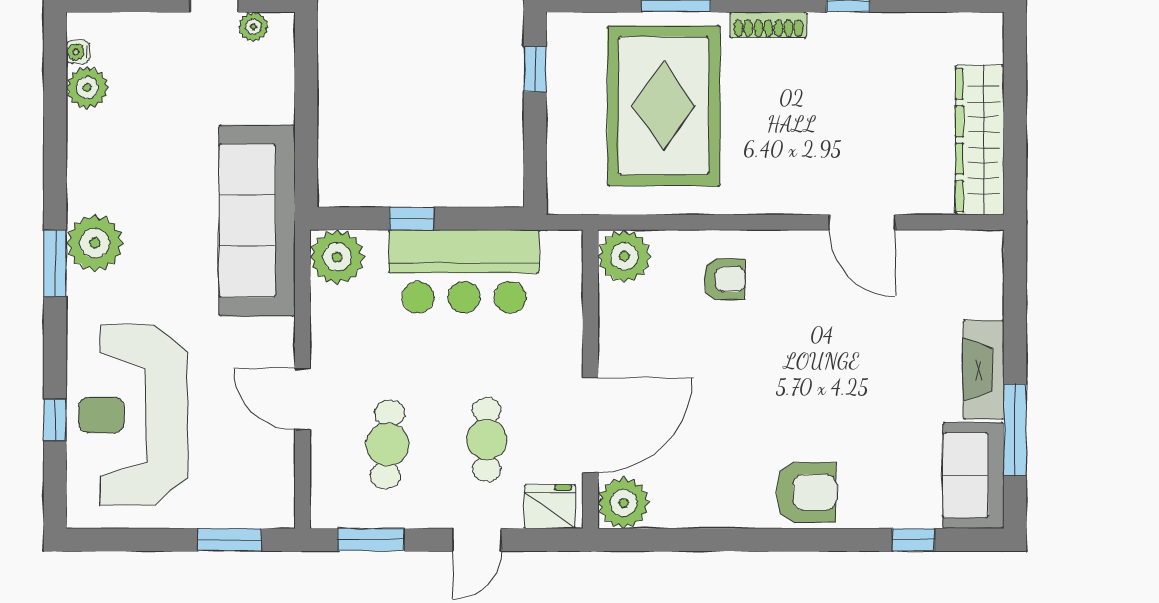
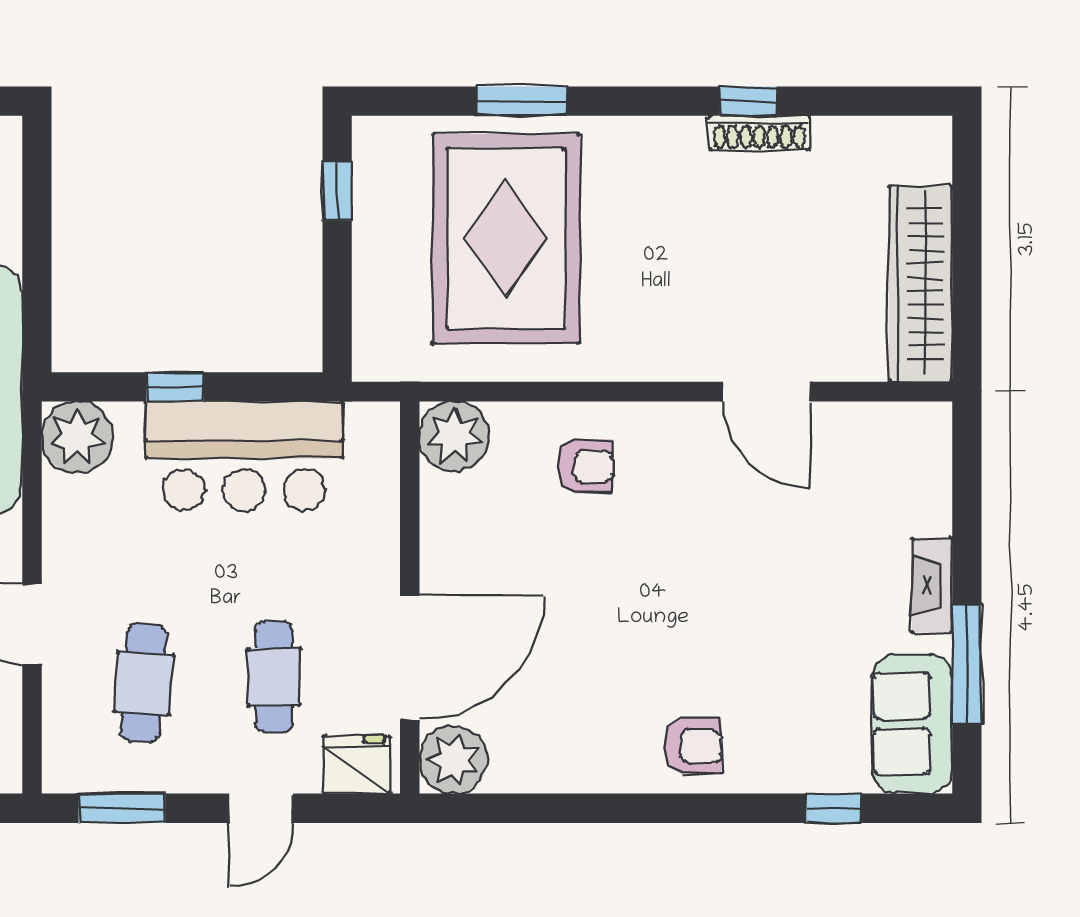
shoe rack: (768, 25) -> (759, 133), moved
fireplace: (984, 370) -> (932, 585), width x0.73, depth x0.76
armchair: (806, 492) -> (693, 746), width x0.72, depth x0.72

